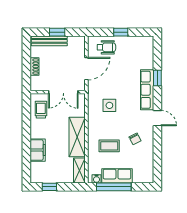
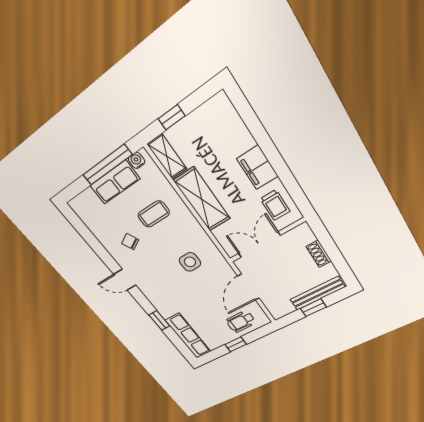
row of seats: (147, 90) -> (188, 336), moved
filing cabinet: (38, 150) -> (257, 167), moved
window: (49, 187) -> (172, 117), moved

